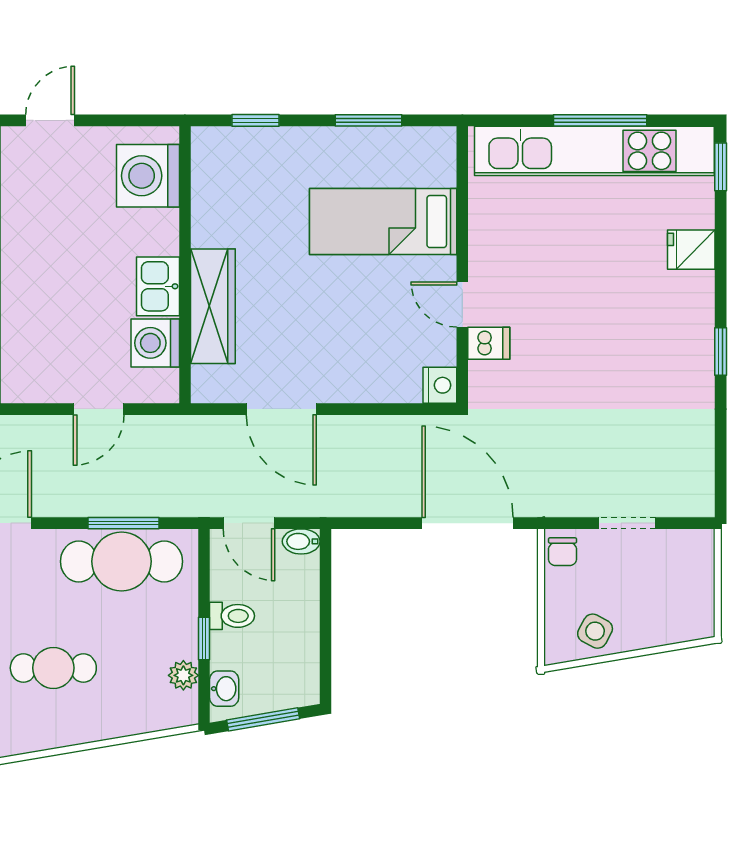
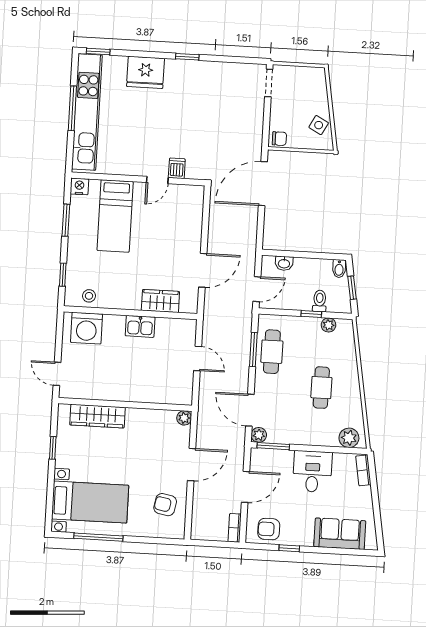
stool: (215, 177) -> (89, 296), added
fridge: (691, 250) -> (145, 72), width x1.88, depth x1.34
wardrobe: (213, 306) -> (160, 301), width x0.67
washing machine: (155, 343) -> (167, 329), removed
nightstand: (440, 385) -> (79, 186), moved
doorway: (627, 523) -> (269, 83), moved
bidet: (301, 541) -> (339, 269), moved
cafe table: (122, 561) -> (272, 352), width x0.73, depth x0.74
toilet: (232, 616) -> (320, 301), moved
washbasin: (224, 689) -> (284, 263), moved, turned 180
window: (263, 719) -> (352, 288), width x0.67

